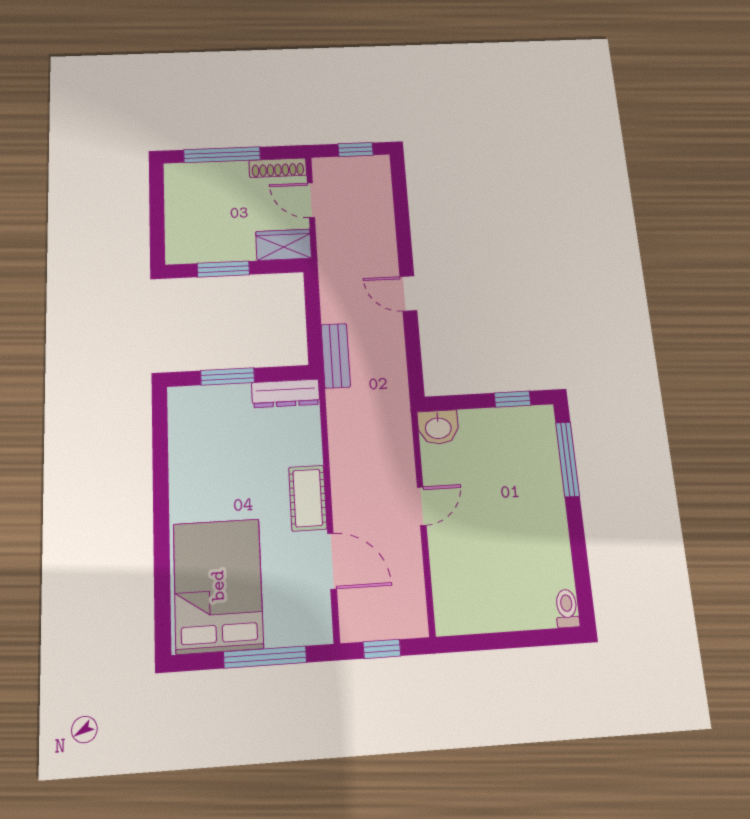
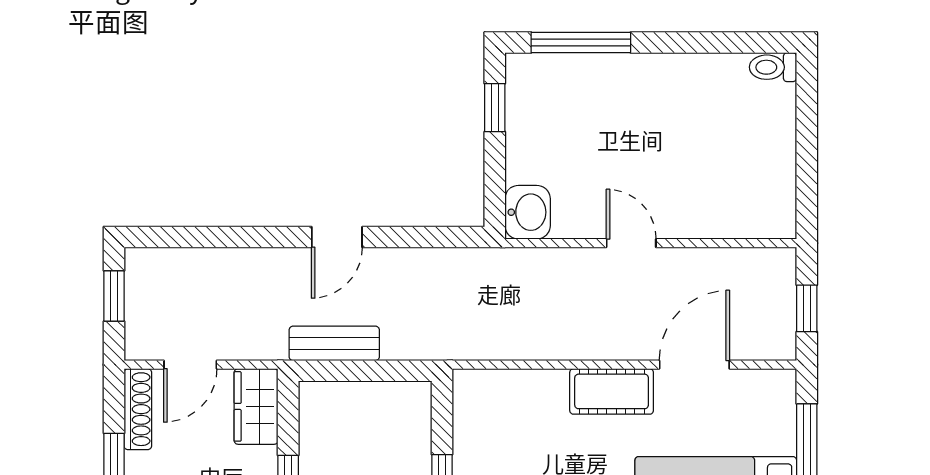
bench: (336, 356) -> (334, 343), moved
dresser: (286, 393) -> (470, 414), removed

